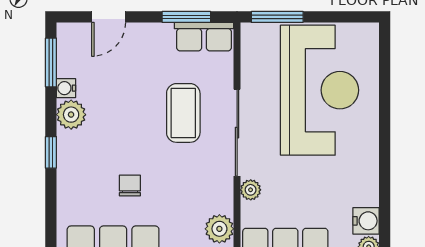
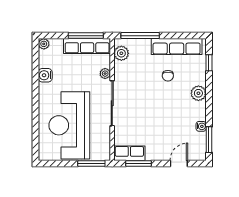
coffee table: (183, 113) -> (140, 113), removed
plant: (71, 115) -> (198, 93), moved
window: (51, 152) -> (209, 63), moved
water cooler: (366, 221) -> (45, 75), moved

